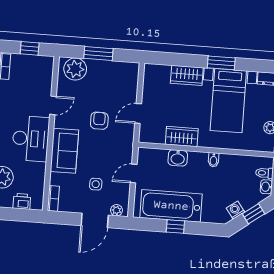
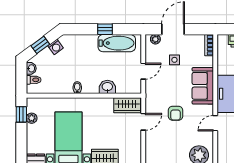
wardrobe: (182, 136) -> (127, 105), moved
bathtub: (171, 206) -> (117, 43), width x0.73, depth x0.73

